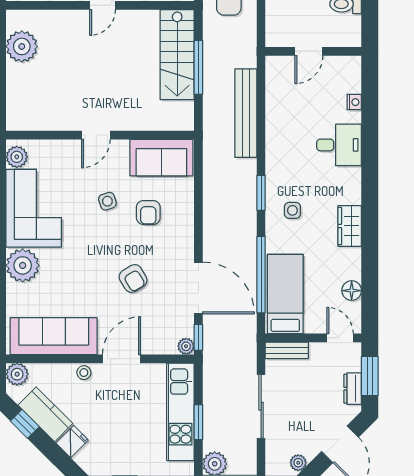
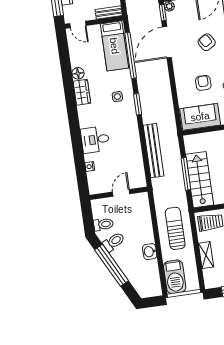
door: (198, 288) -> (167, 42), hinge flipped
floor lamp: (352, 291) -> (78, 73), moved

